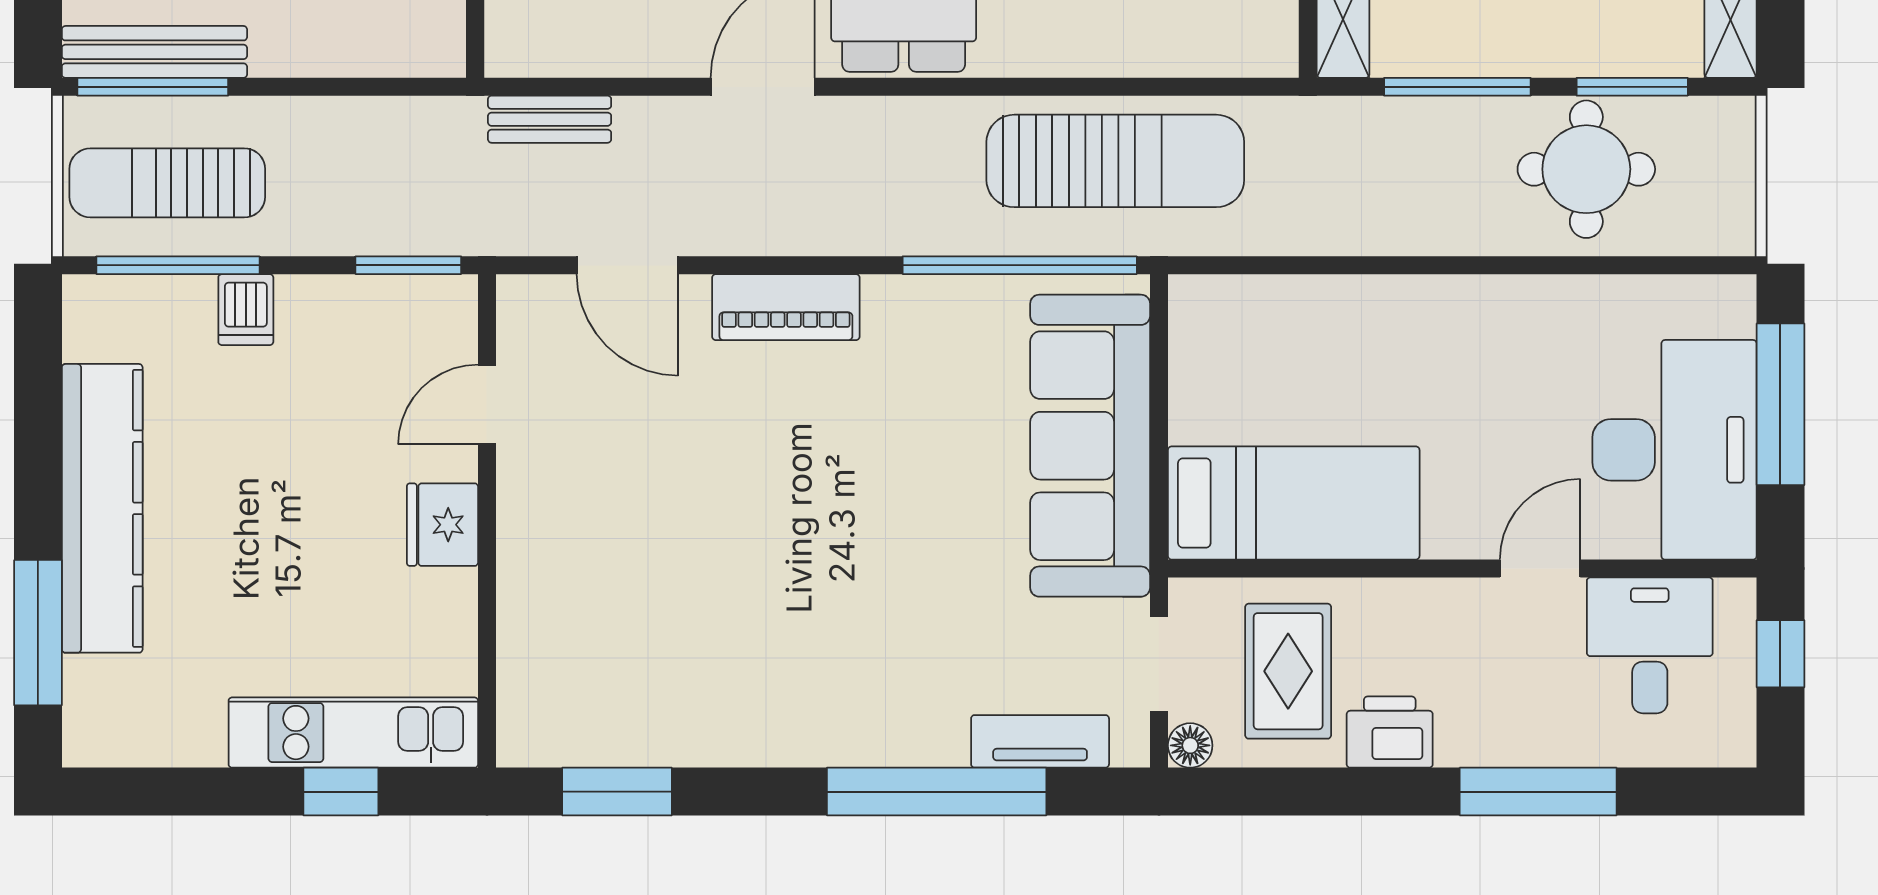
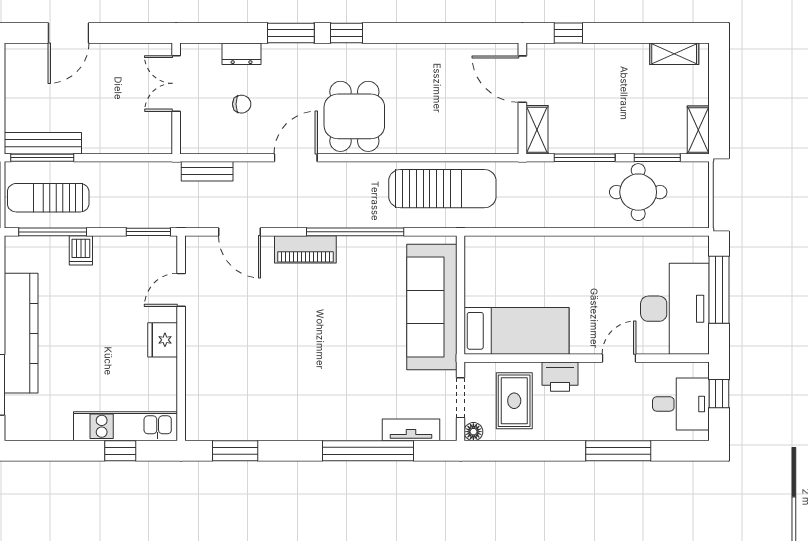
window: (1020, 265) -> (355, 232), moved
desk: (1650, 645) -> (681, 404), moved, turned 90
printer: (1390, 732) -> (560, 377), moved, turned 180

